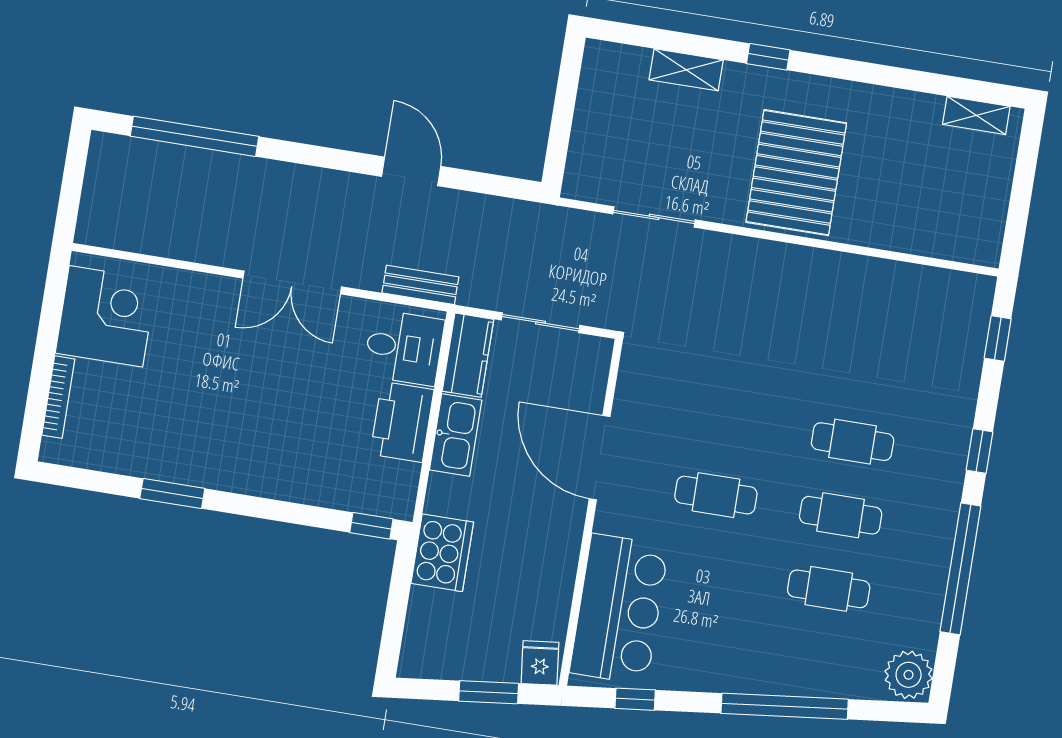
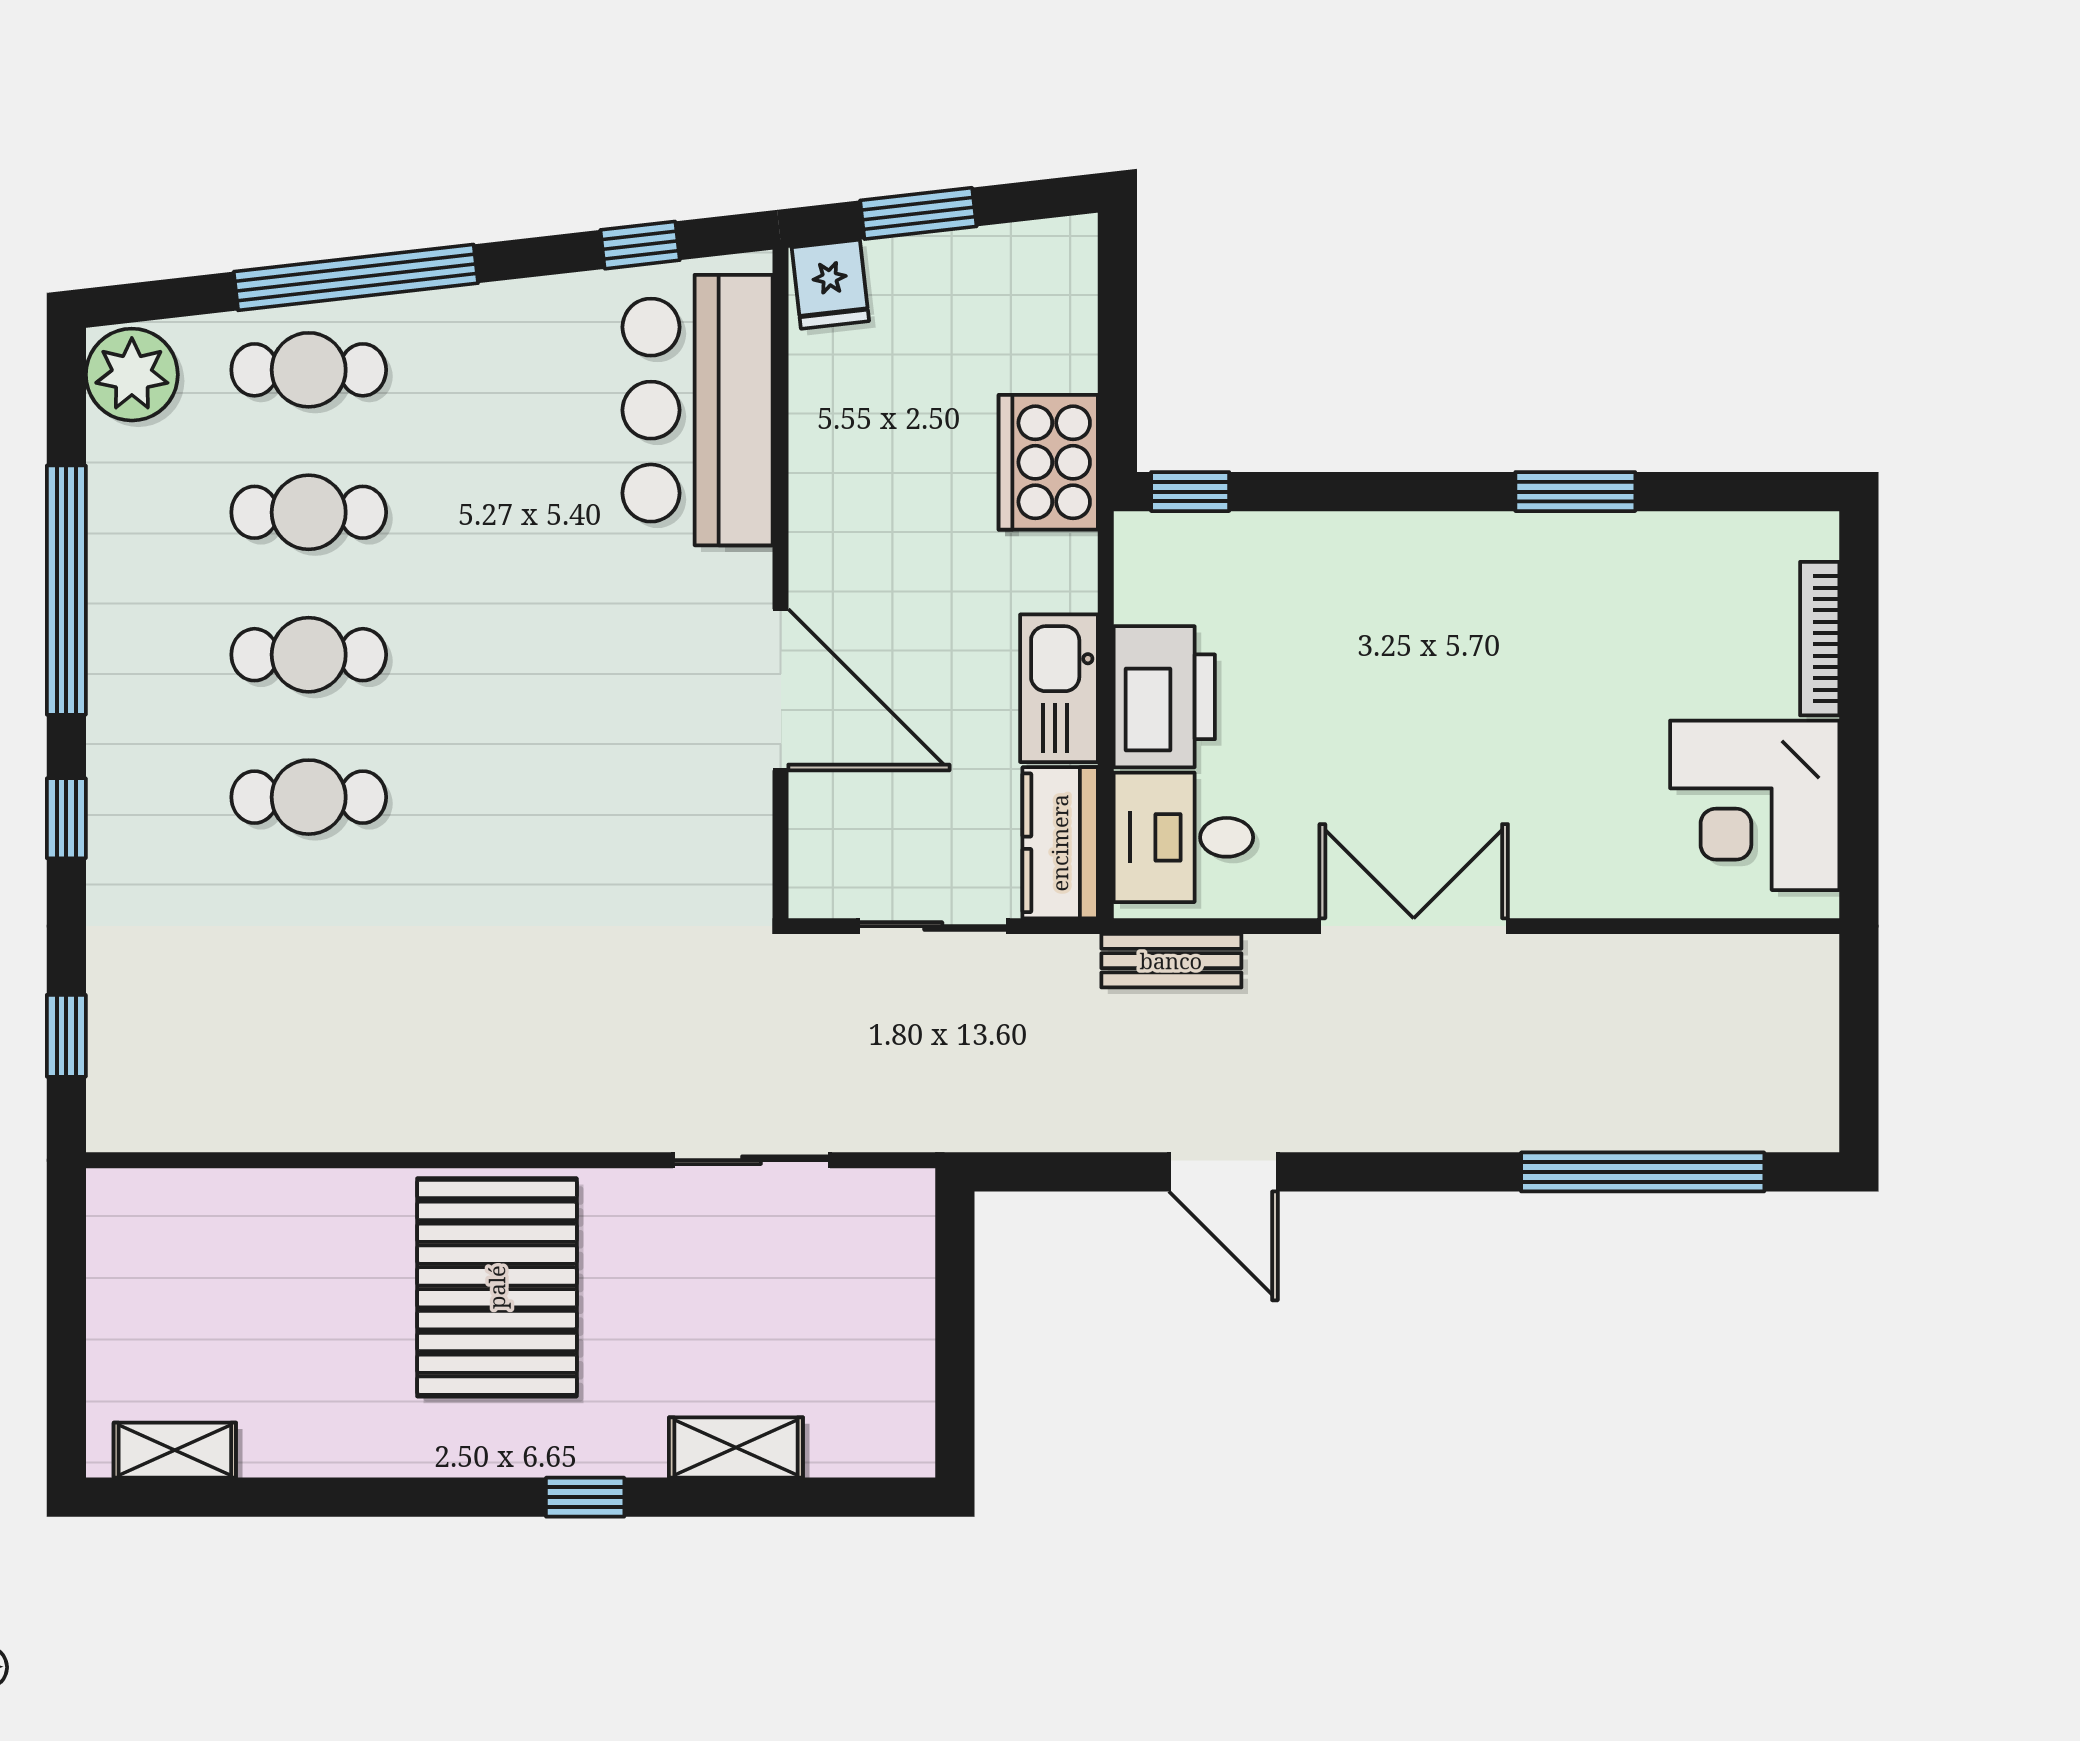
cafe table: (716, 495) -> (309, 370), moved

